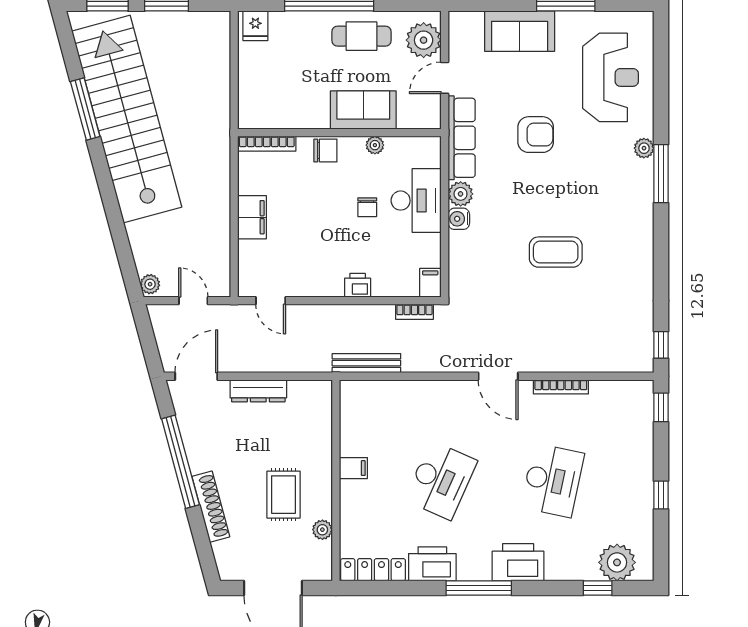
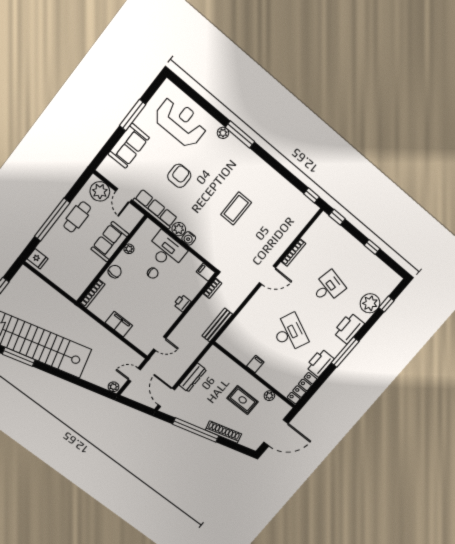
desk: (553, 480) -> (328, 287), width x0.73
plant: (617, 562) -> (370, 303), moved

